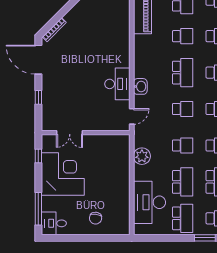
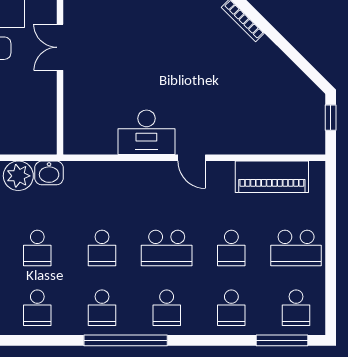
washbasin: (140, 86) -> (49, 173), moved
door: (132, 116) -> (192, 158), moved

